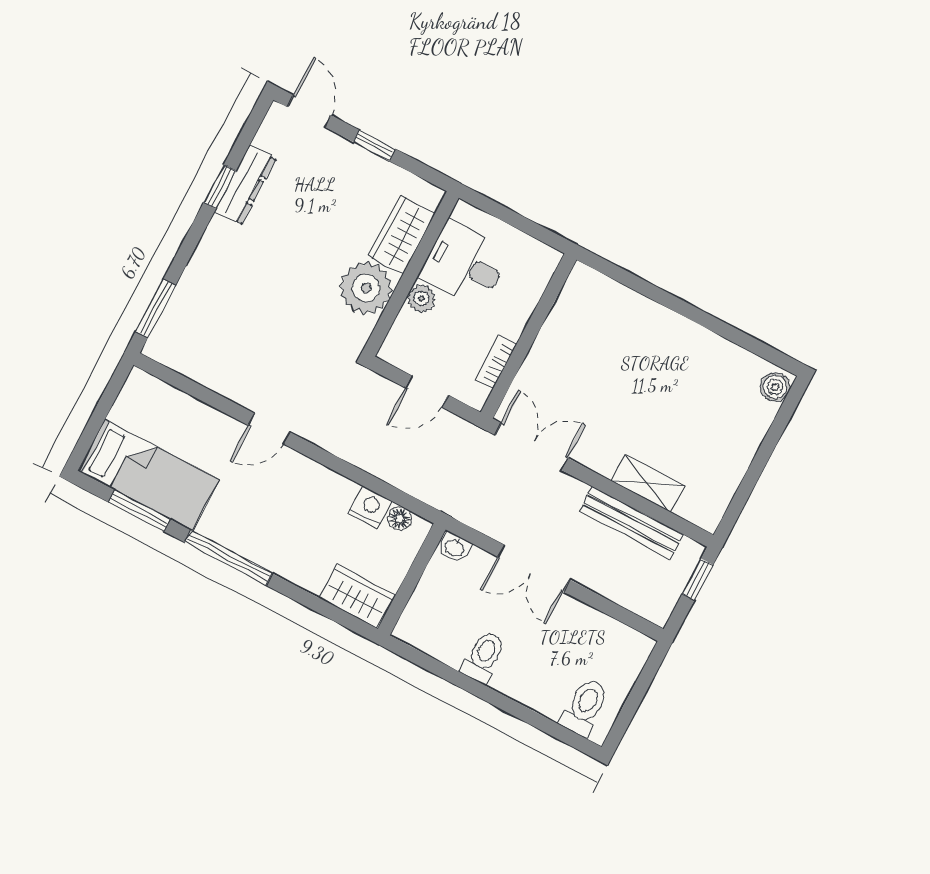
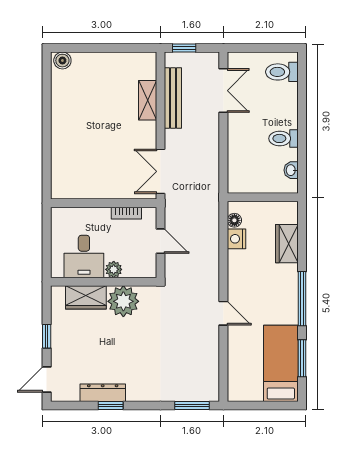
washbasin: (455, 547) -> (291, 170), moved, turned 180
double door: (534, 568) -> (223, 91), moved
wardrobe: (357, 596) -> (287, 244), moved

